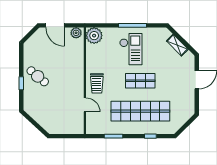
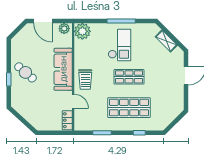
sofa: (75, 73) -> (63, 69), added
shop shelf: (140, 111) -> (129, 108), width x0.71
locker: (79, 124) -> (67, 120), added

